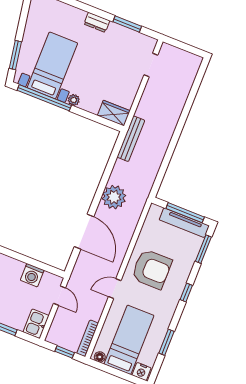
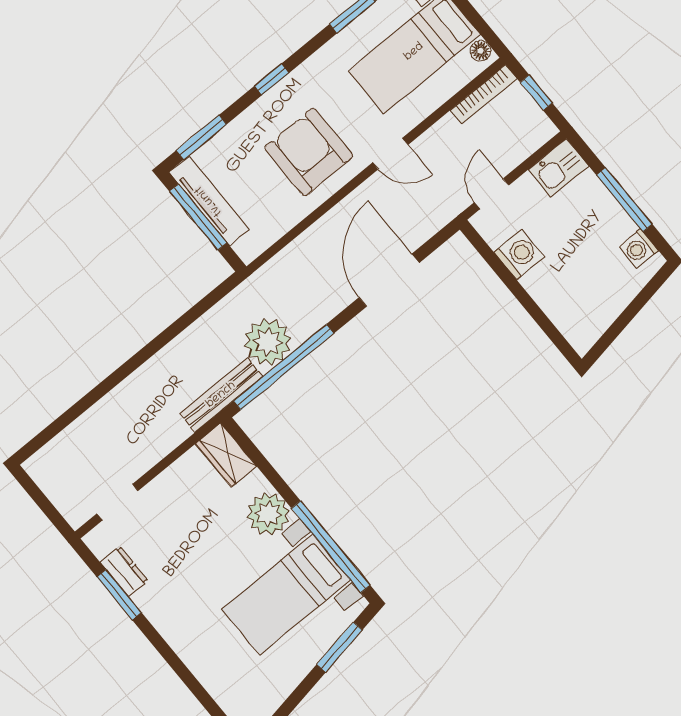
dresser: (97, 22) -> (124, 572), moved
plant: (74, 100) -> (268, 514), width x1.88, depth x1.88
window: (110, 167) -> (284, 367), added
plant: (114, 197) -> (268, 342), moved

